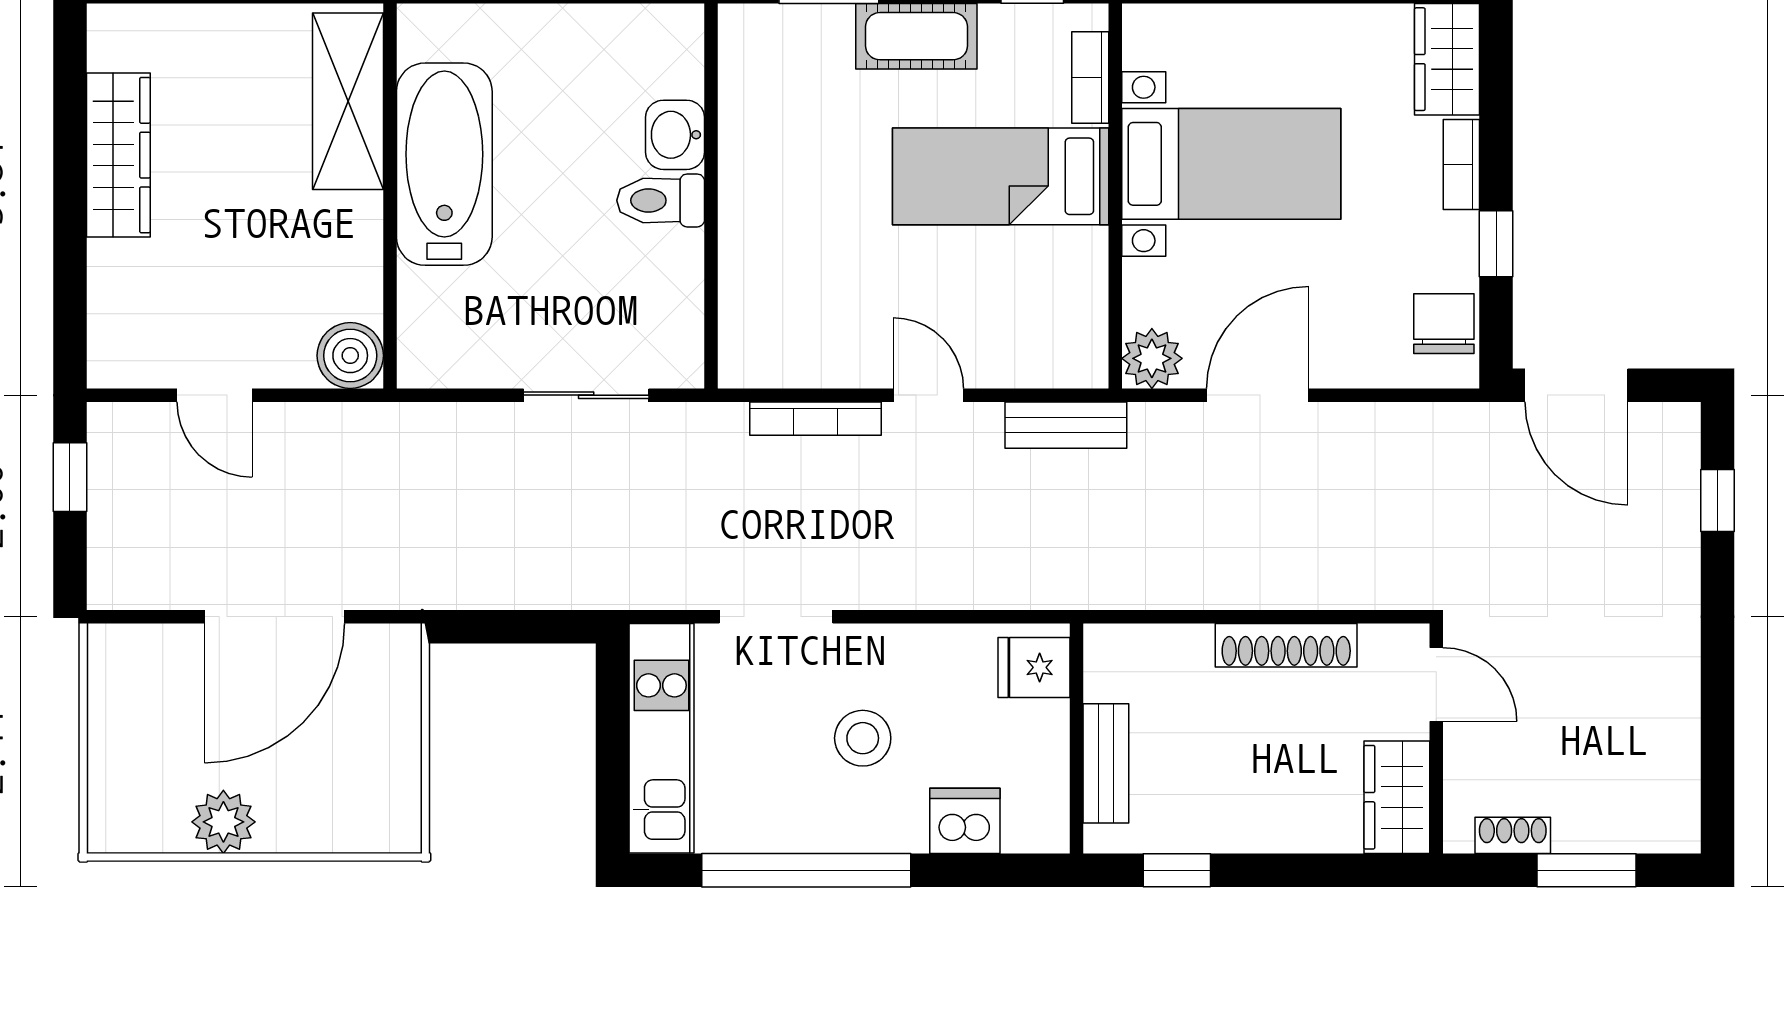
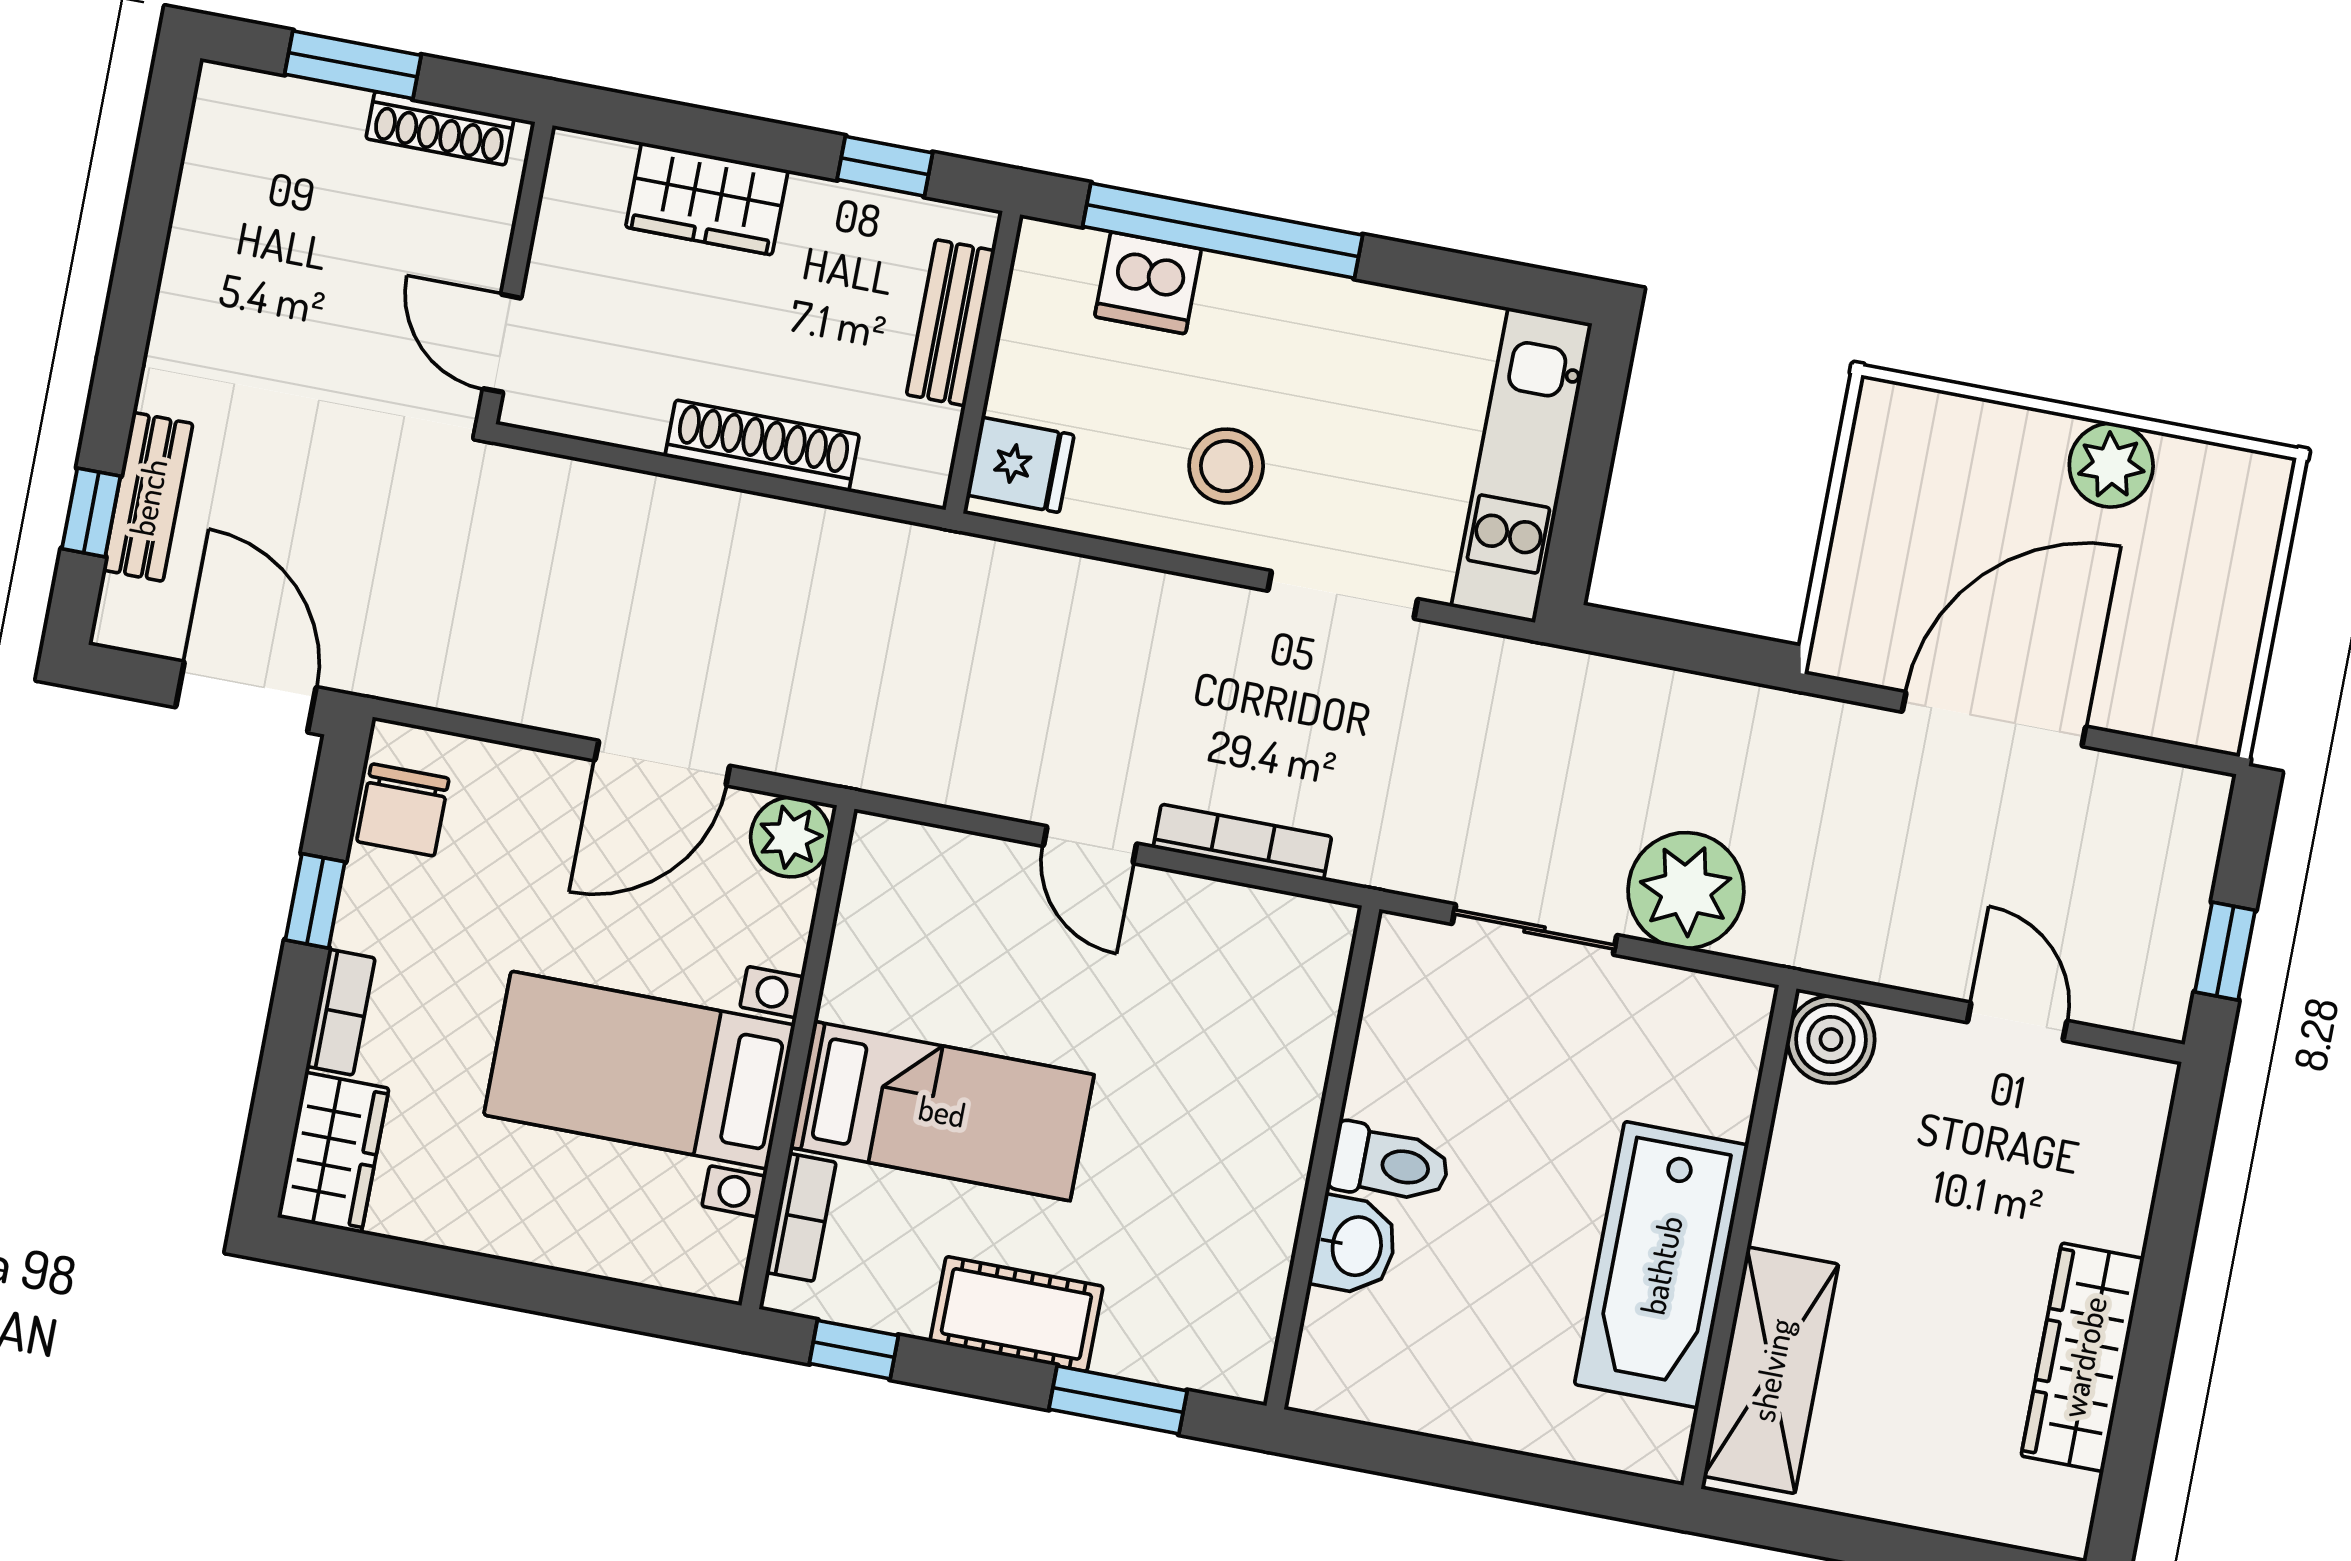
bench: (1066, 425) -> (148, 497), moved, turned 90
plant: (479, 446) -> (1686, 890), added
shoe rack: (1286, 645) -> (762, 446), moved
stool: (863, 738) -> (1226, 466), moved
wardrobe: (1397, 797) -> (707, 199), moved, turned 90
shoe rack: (1513, 835) -> (440, 128), width x1.43
window: (806, 870) -> (1223, 231), moved

